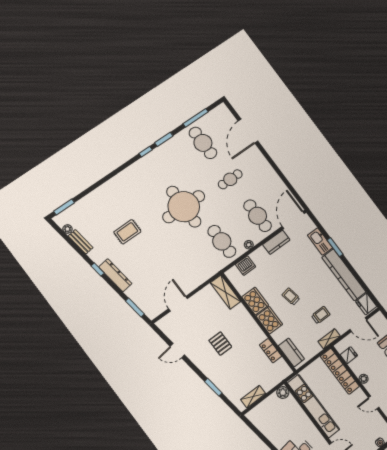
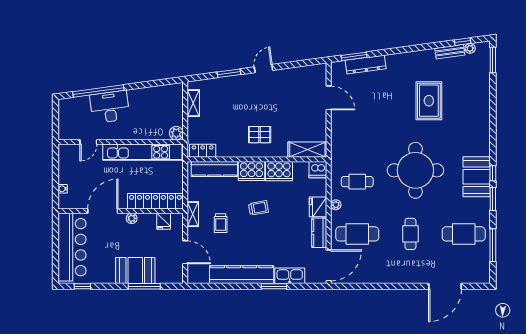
door: (248, 131) -> (445, 286), swing flipped
booth: (157, 161) -> (477, 177), added
door: (293, 220) -> (329, 265), hinge flipped
rug: (127, 232) -> (429, 101), width x1.36, depth x1.43
cafe table: (222, 241) -> (357, 182), width x0.73, depth x0.74
dishwasher: (246, 266) -> (318, 170), moved, turned -90
window: (98, 270) -> (463, 42), moved
dresser: (115, 275) -> (366, 65), moved
fridge: (366, 304) -> (318, 207), moved, turned -90
door: (358, 325) -> (185, 252), swing flipped
pallet: (220, 344) -> (260, 135), moved
door: (177, 351) -> (264, 69), moved
locker: (271, 351) -> (203, 151), moved
kitchen counter: (291, 352) -> (214, 169), width x1.50
door: (374, 403) -> (103, 211), width x1.87

